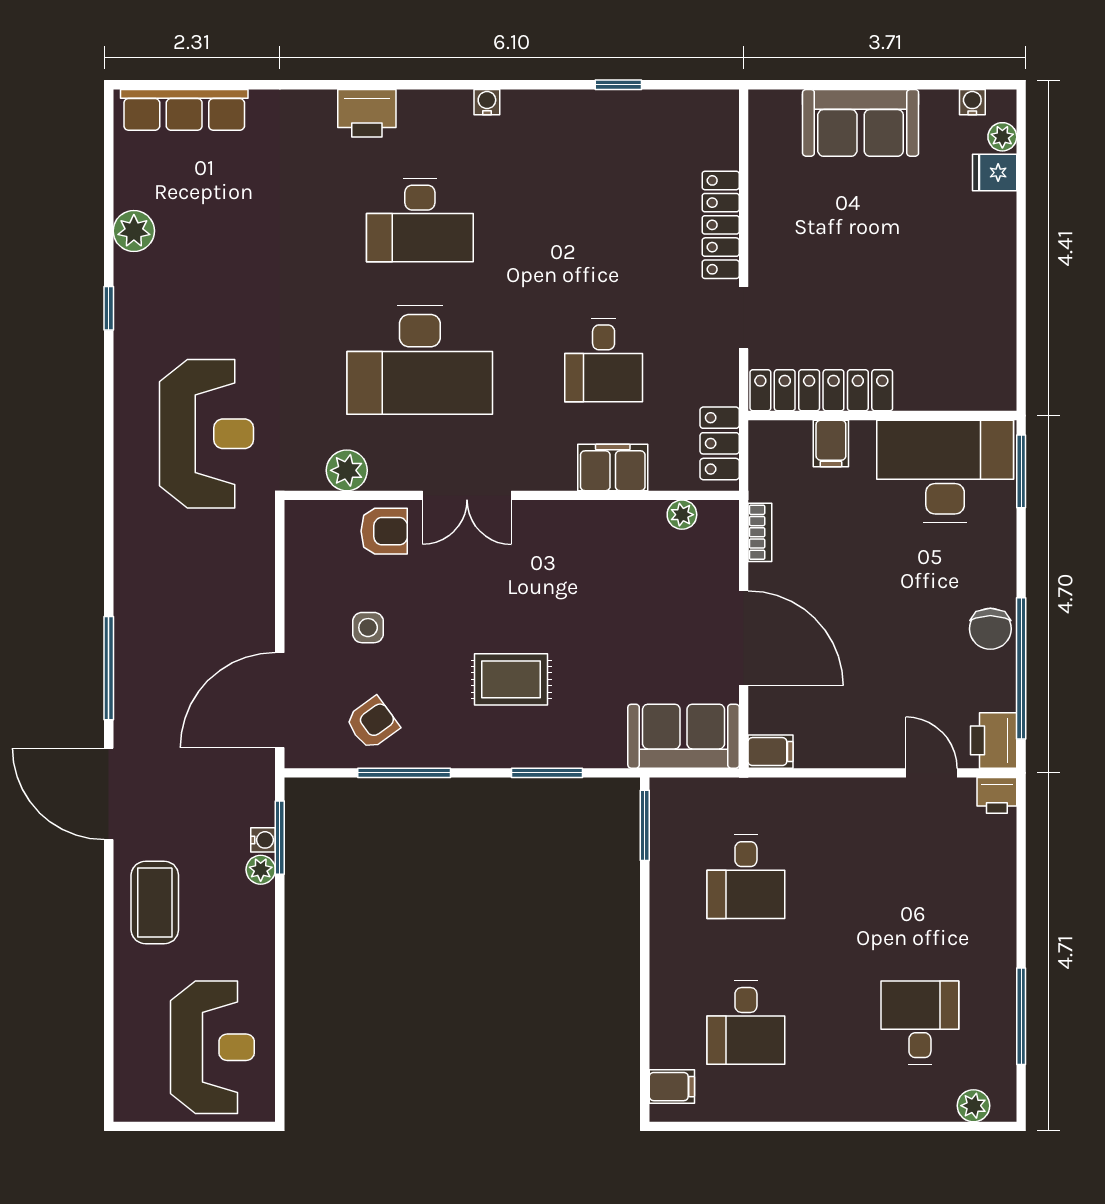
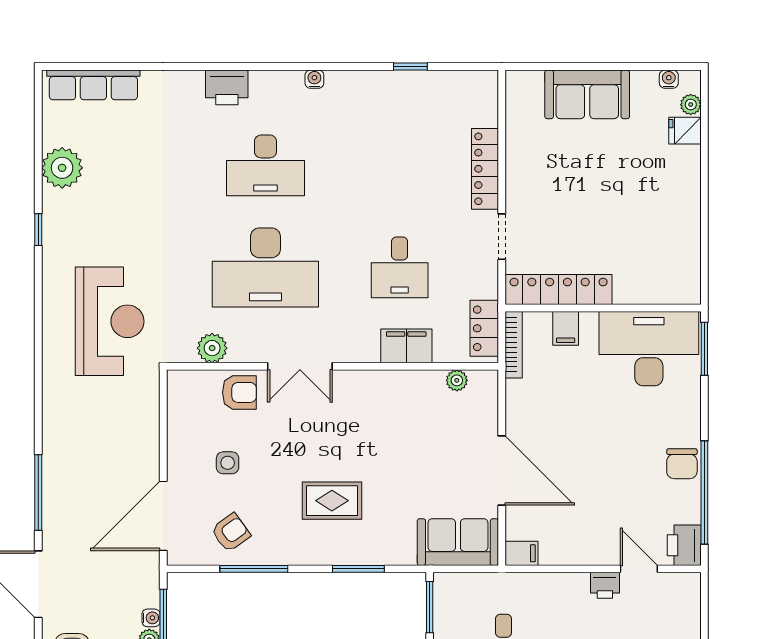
plant: (134, 231) -> (62, 168), width x1.36, depth x1.36
bookcase: (760, 532) -> (514, 345), moved, width x1.56
printer: (997, 795) -> (605, 585), moved

